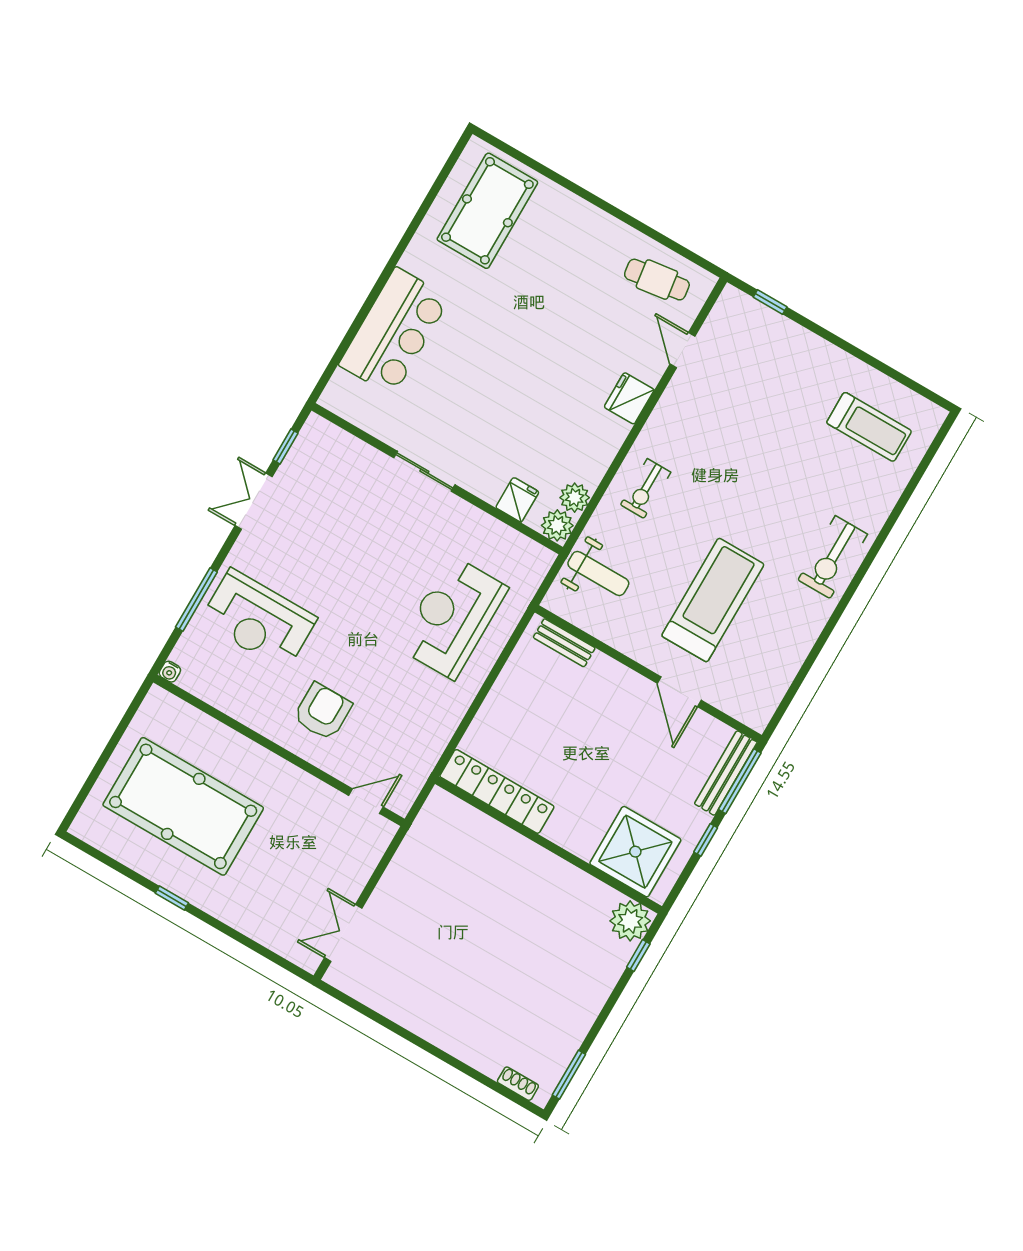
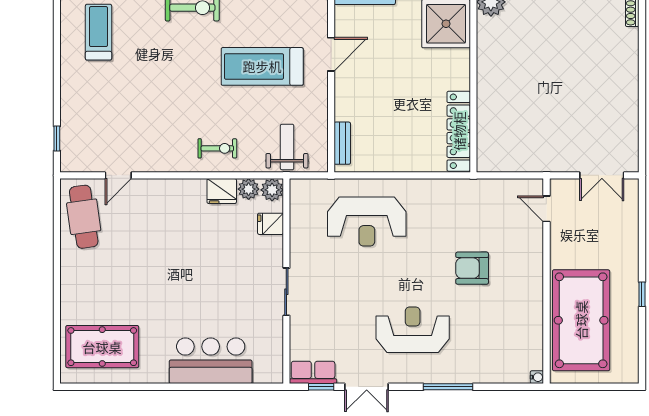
cafe table: (657, 280) -> (84, 217), width x1.37, depth x1.35
fridge: (629, 398) -> (222, 191), moved
row of seats: (308, 447) -> (313, 372), added
reception desk: (258, 620) -> (413, 330), moved, turned -90
water cooler: (170, 672) -> (537, 377), moved
wall: (279, 751) -> (546, 281), moved
door: (366, 801) -> (546, 209), moved

